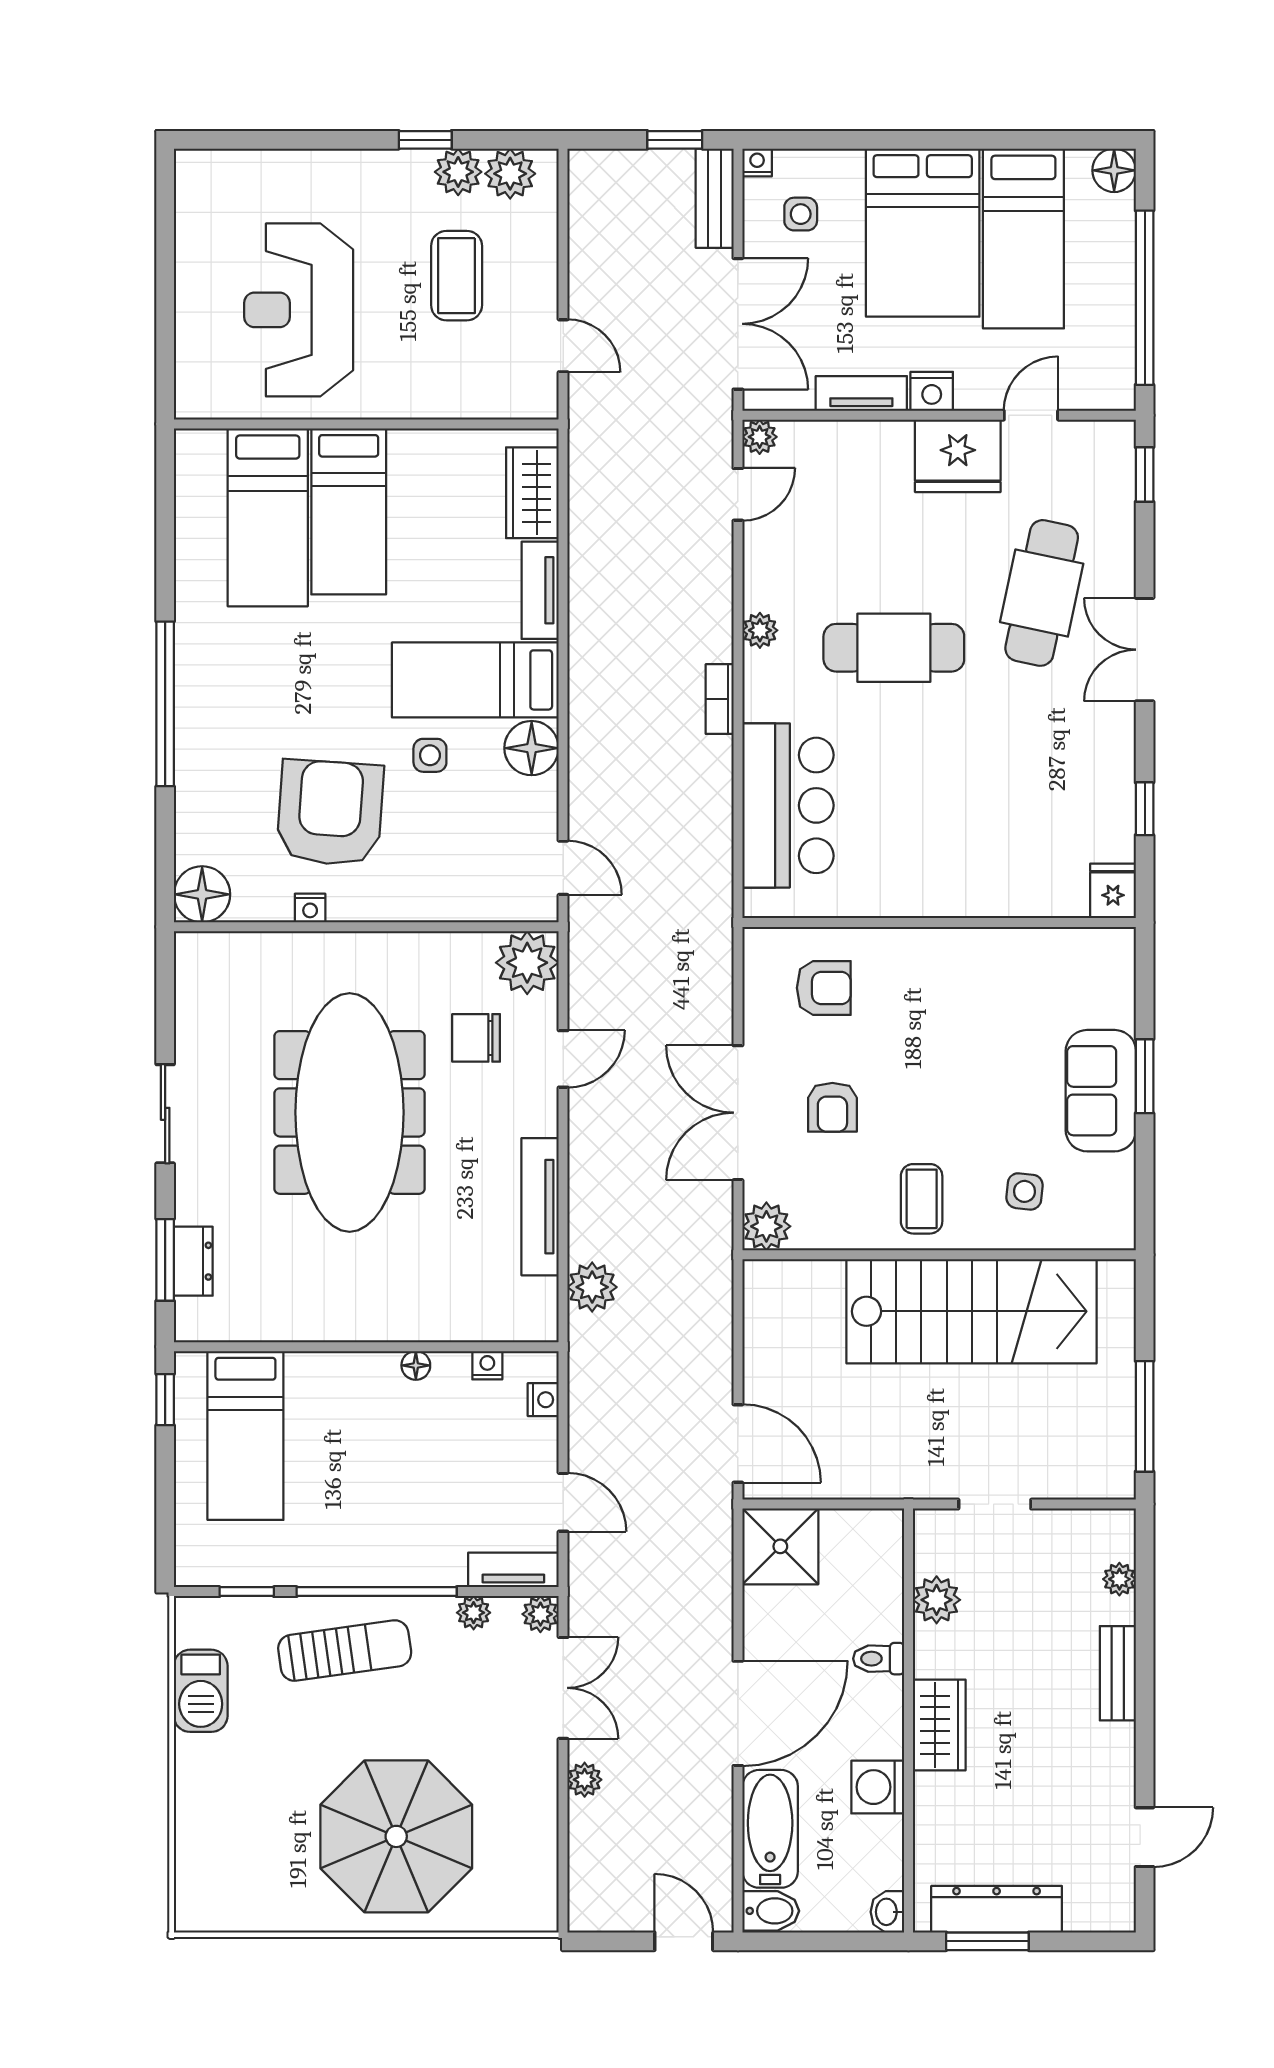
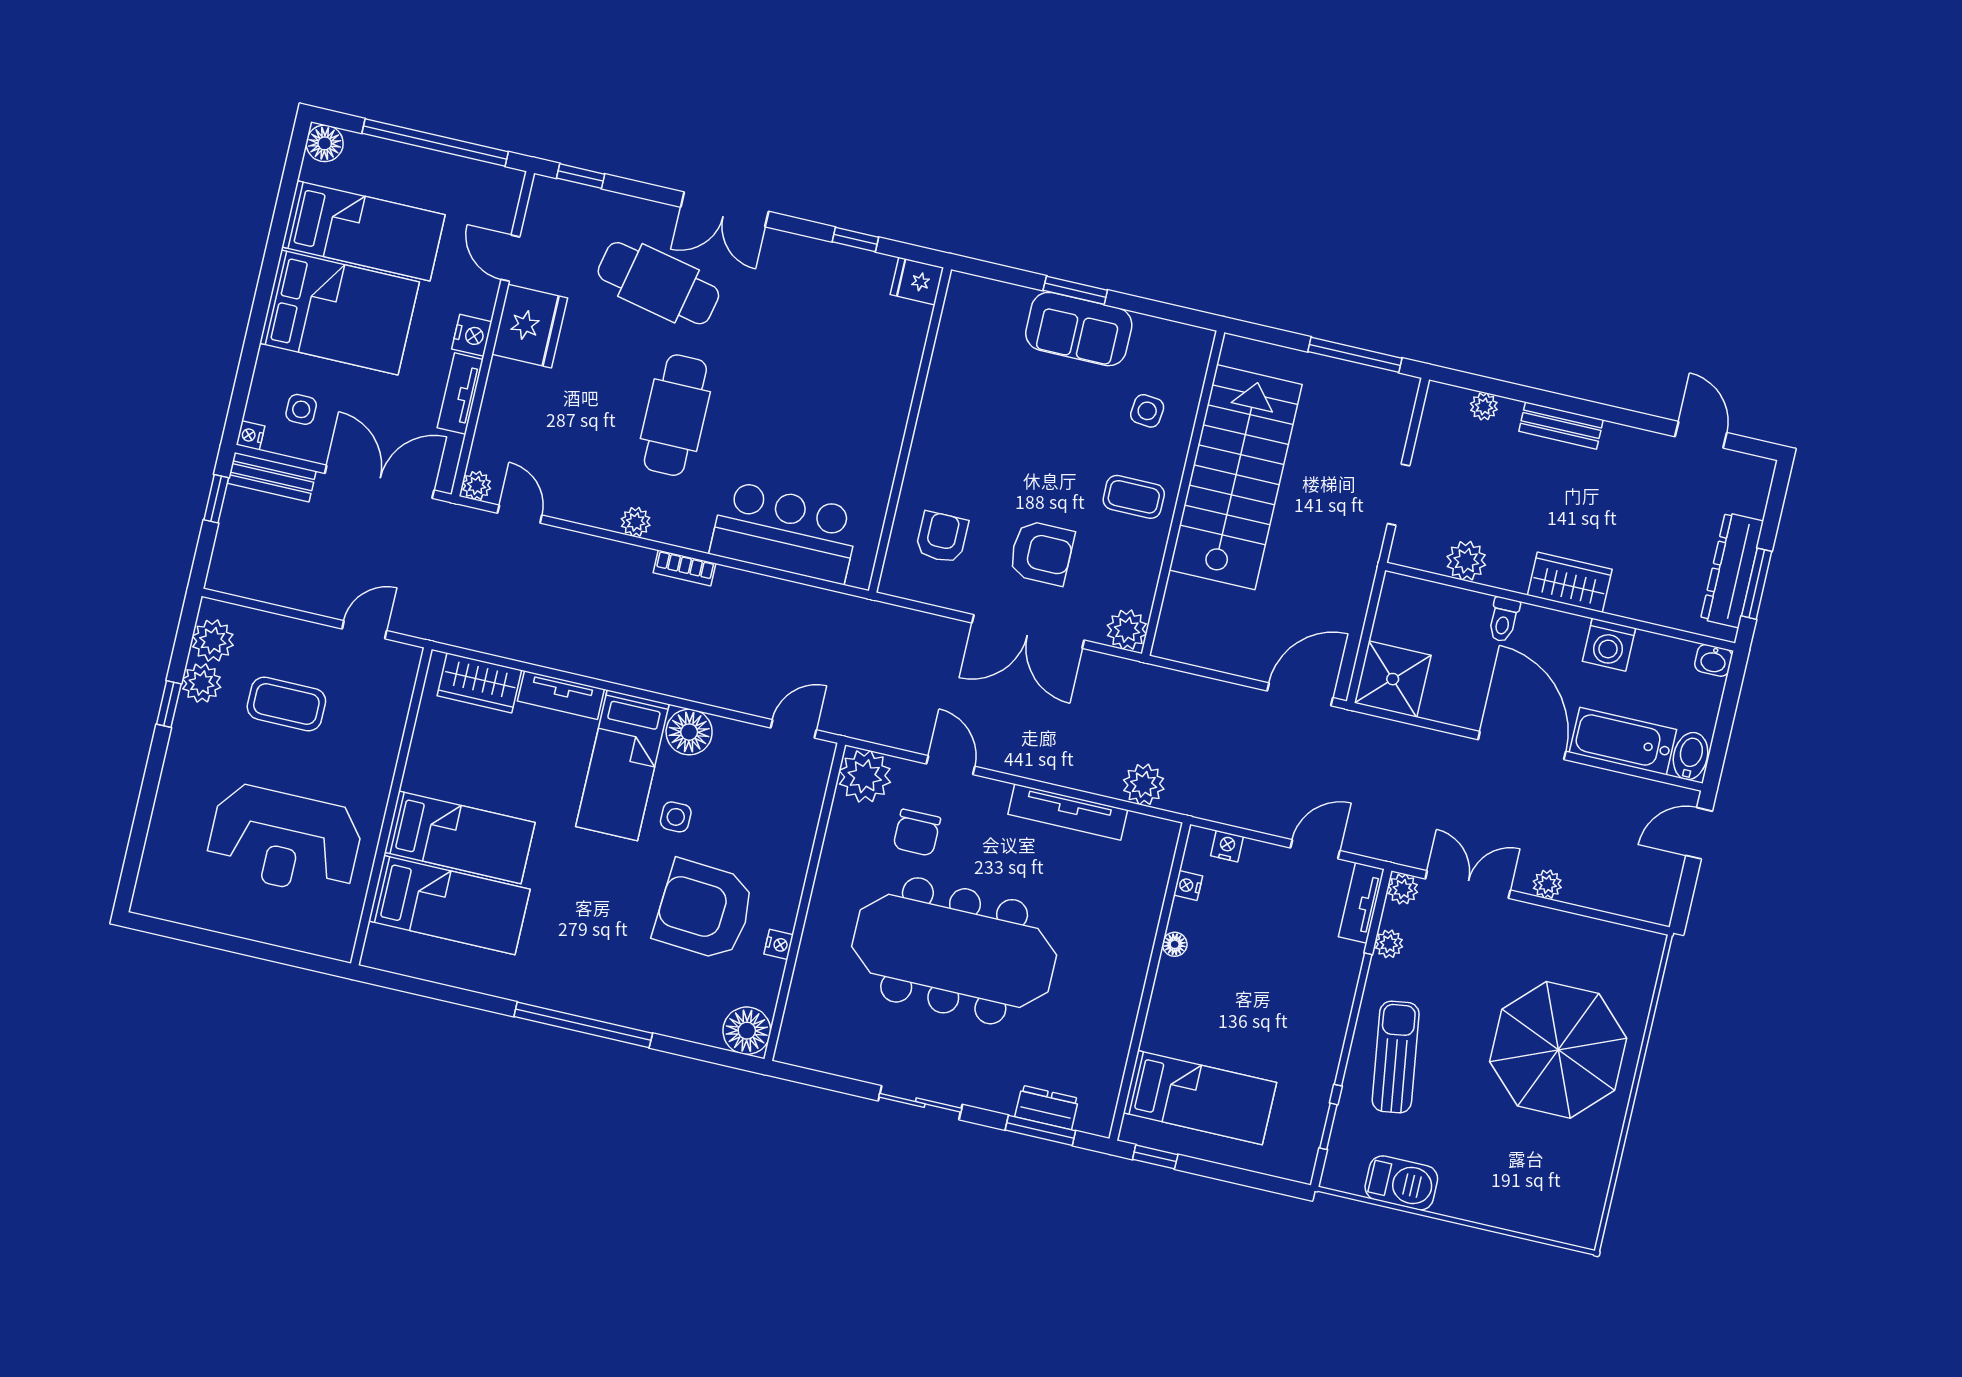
armchair: (832, 1107) -> (1042, 553), width x1.38, depth x1.38

